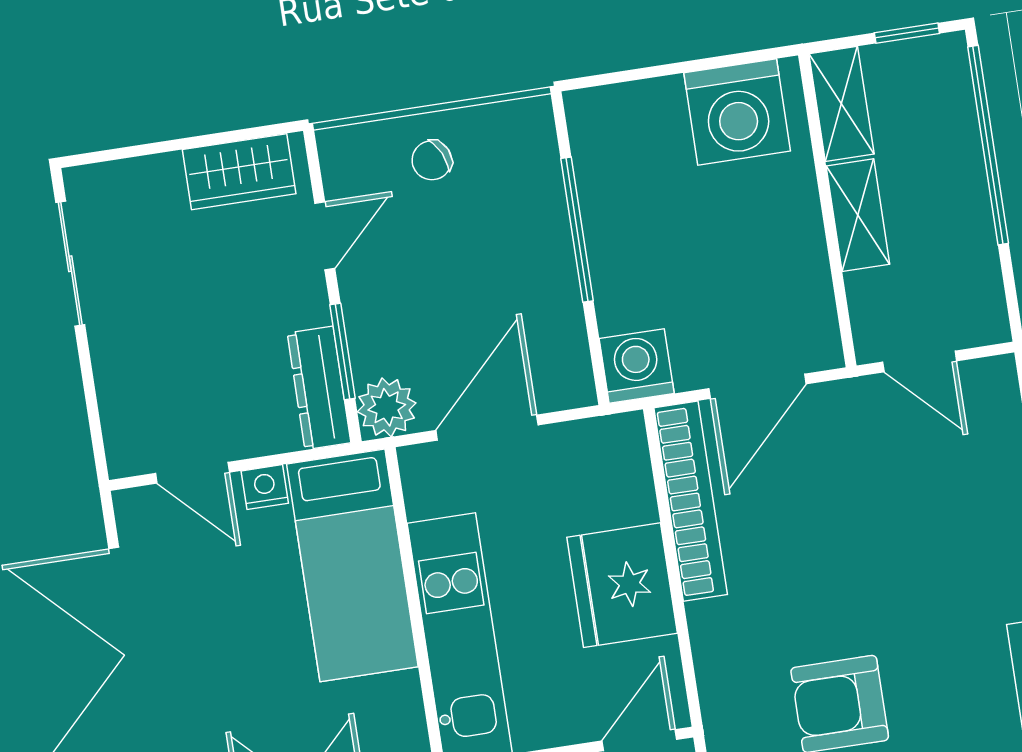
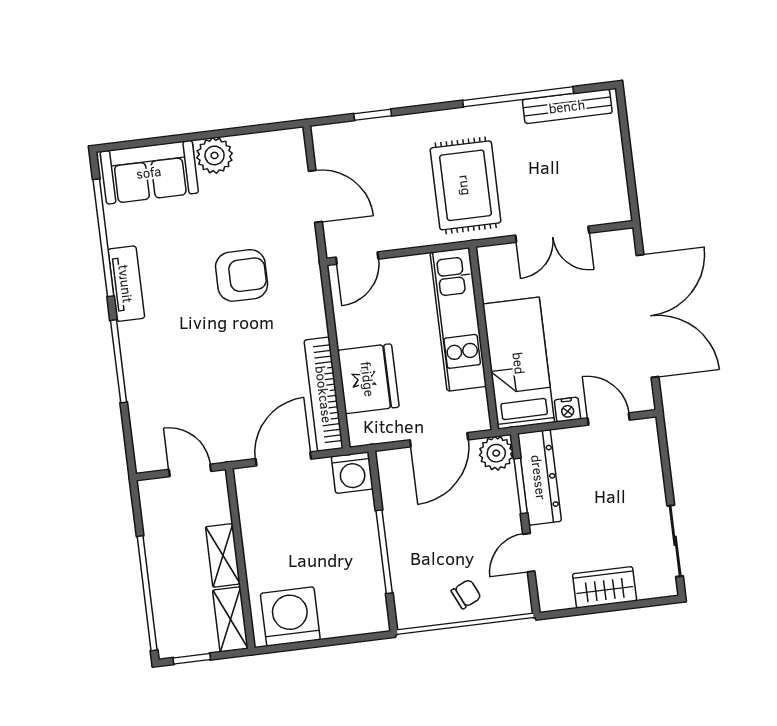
wardrobe: (239, 172) -> (605, 587), moved
dresser: (319, 388) -> (539, 477), width x1.37, depth x1.24
fridge: (622, 585) -> (368, 379), moved

